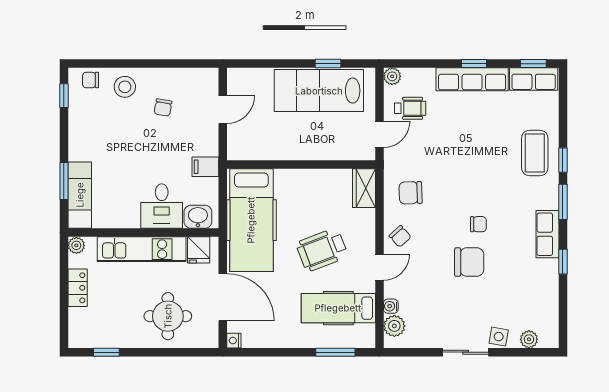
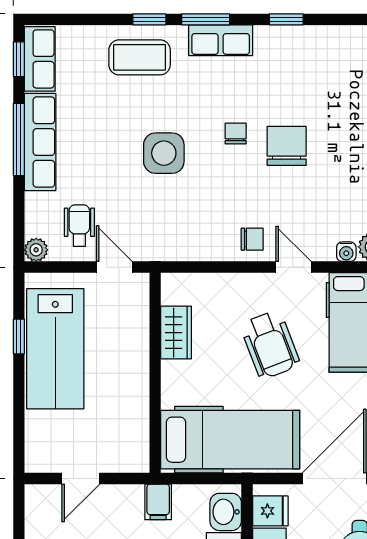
window: (474, 64) -> (19, 140), width x2.17
door: (223, 109) -> (81, 478), swing flipped
side table: (464, 171) -> (164, 153), added
wardrobe: (364, 188) -> (176, 333), moved, turned -90
chair: (411, 193) -> (193, 225), removed
row of seats: (547, 234) -> (221, 40), moved
chair: (400, 236) -> (252, 239), turned 42

